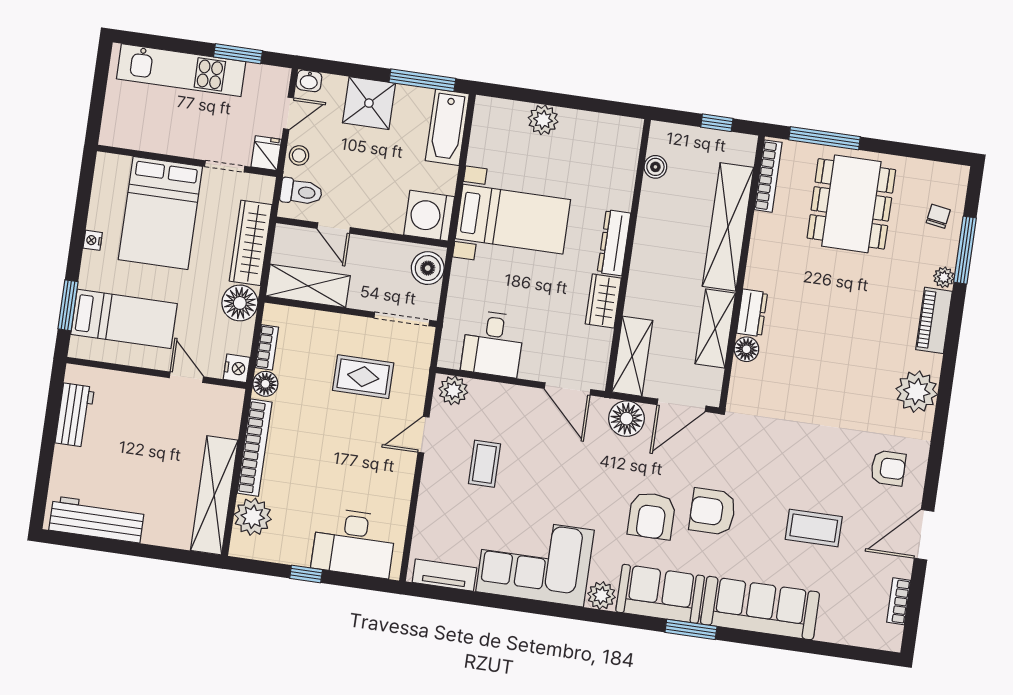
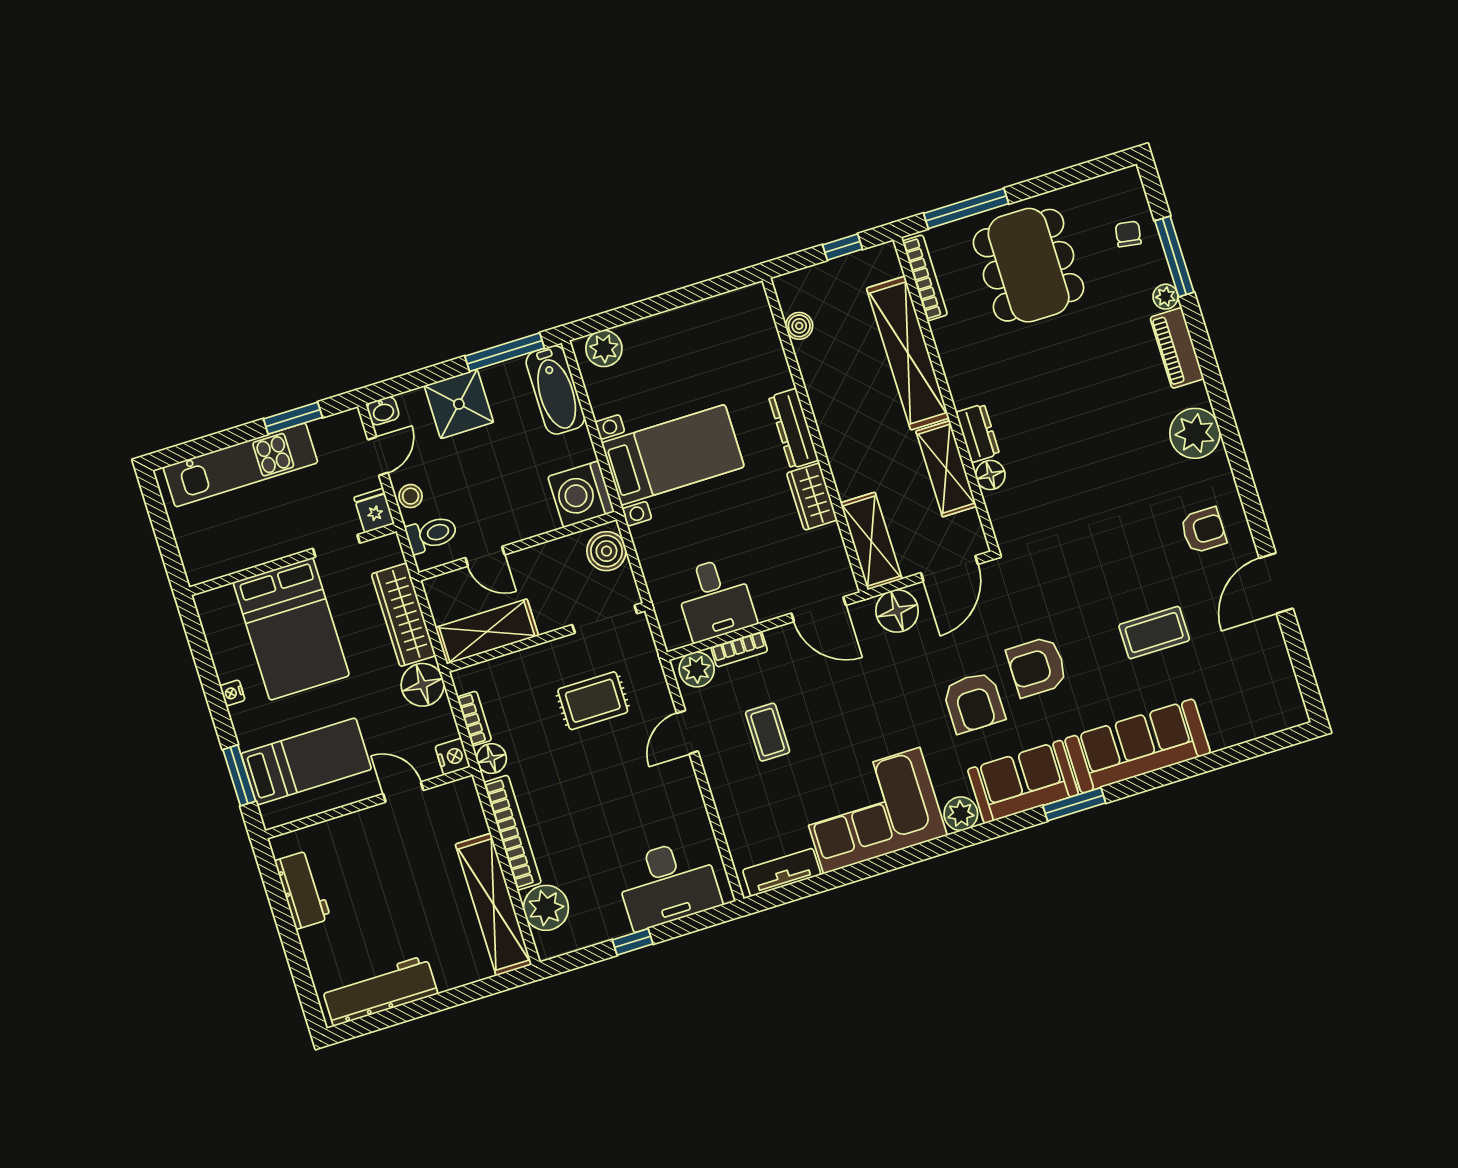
plant: (543, 120) -> (604, 349), moved
bookcase: (899, 601) -> (739, 649), moved, turned -90

